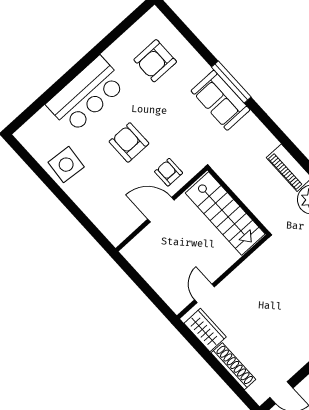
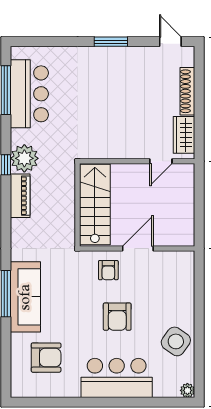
sofa: (221, 100) -> (25, 297), width x1.36
plant: (23, 135) -> (187, 390), added
side table: (66, 165) -> (176, 341), turned 30
door: (161, 210) -> (138, 249), swing flipped

